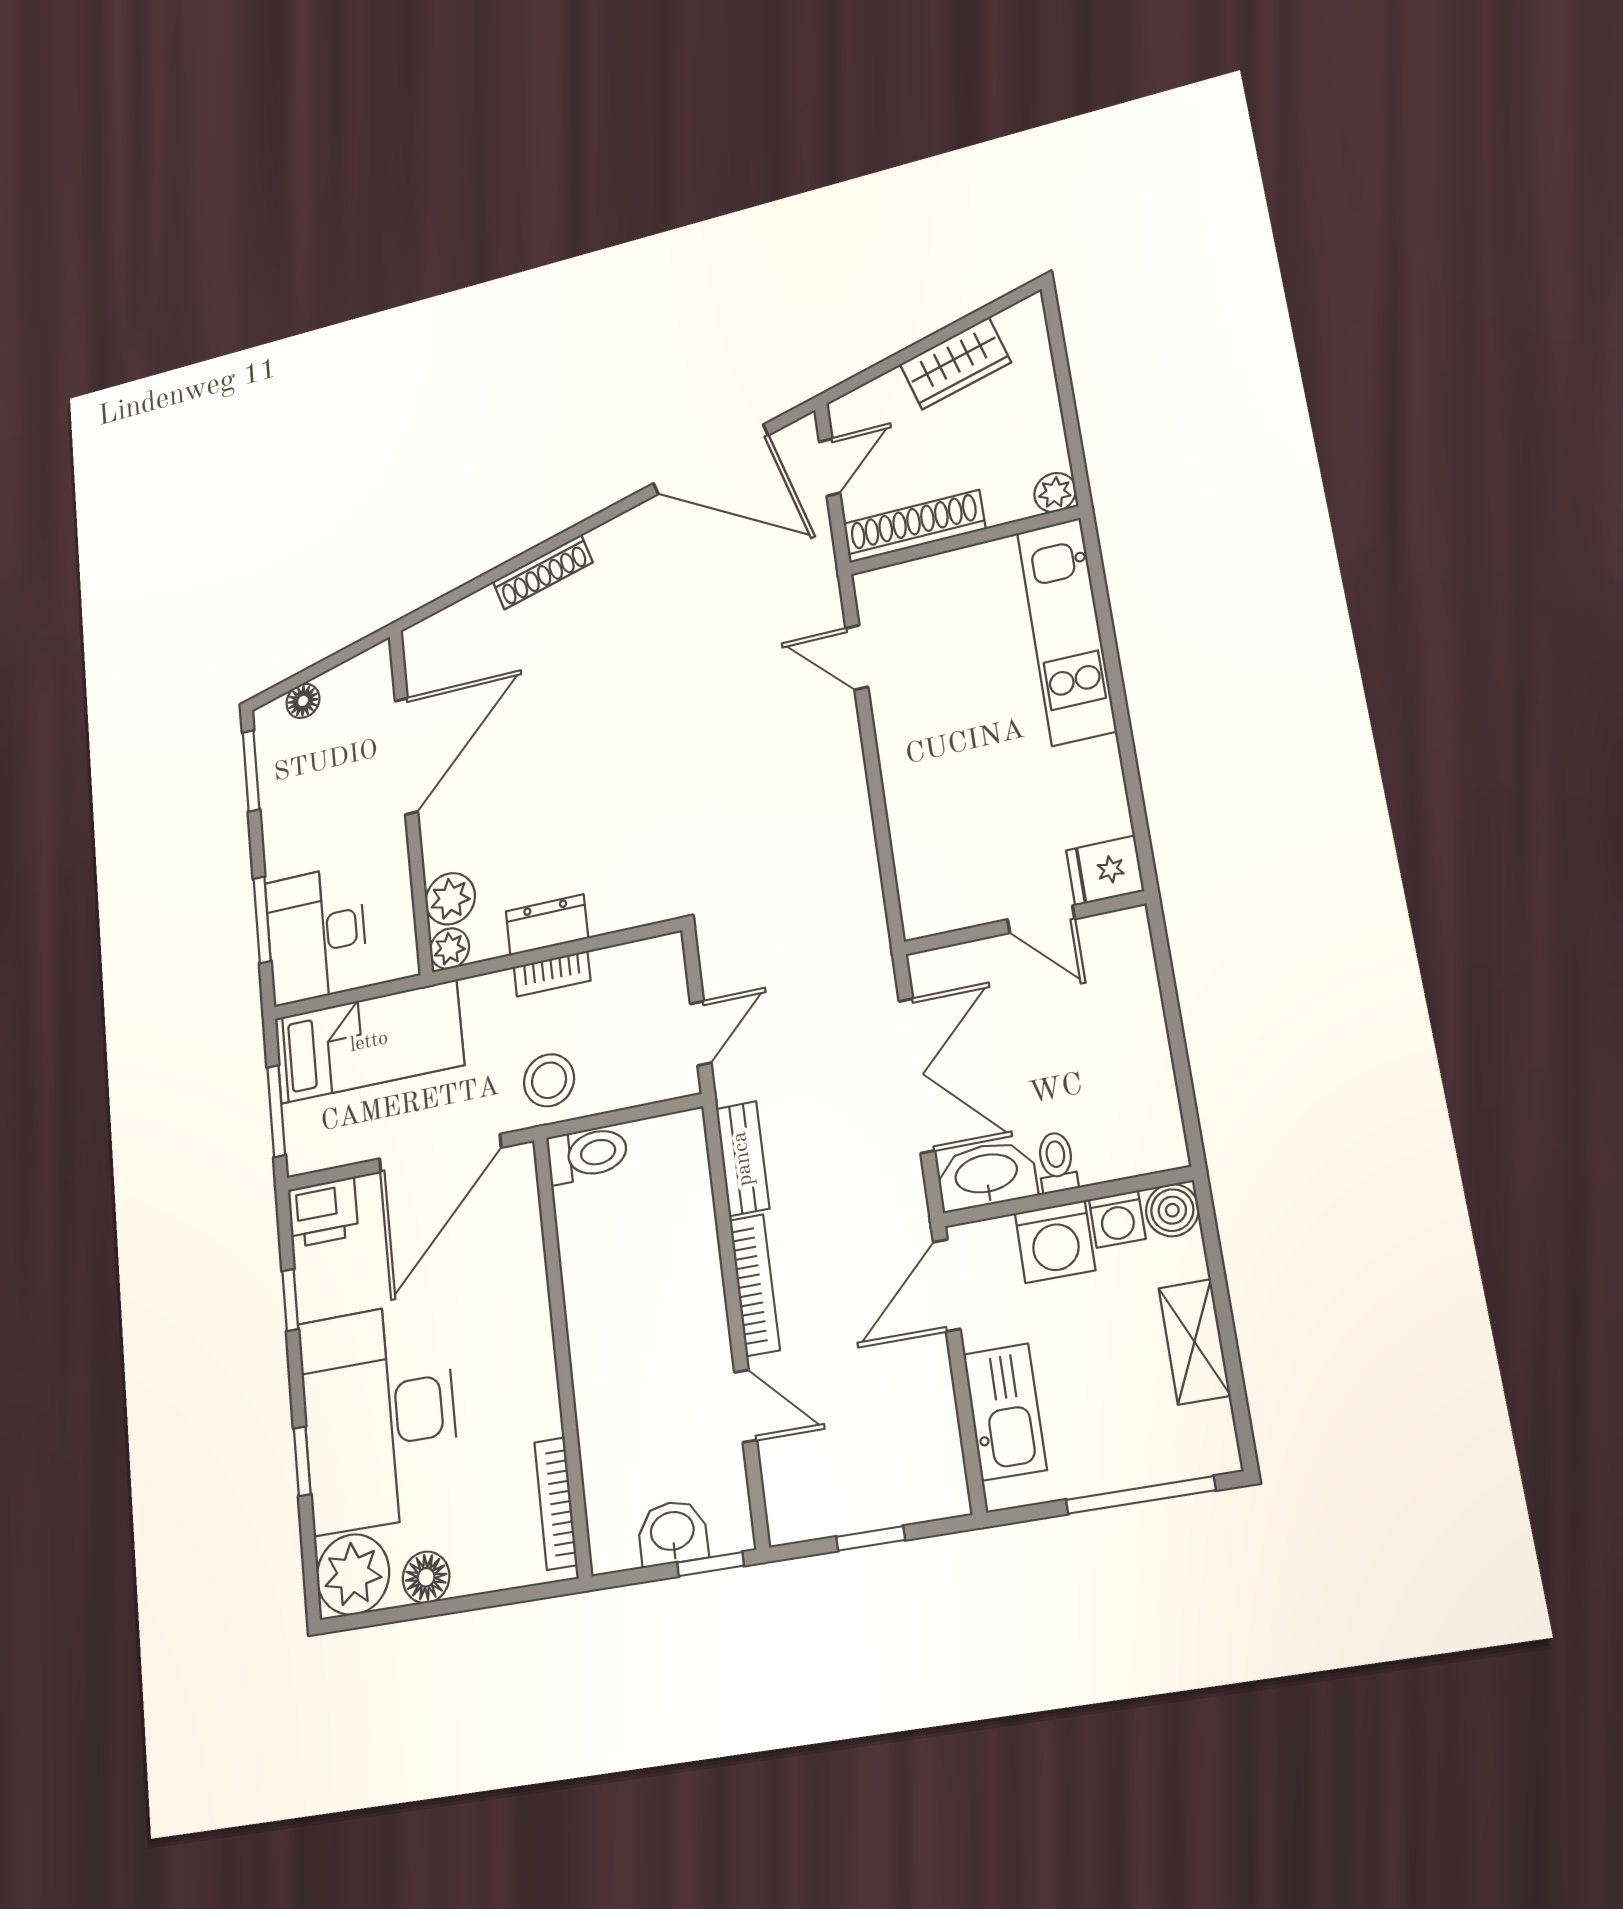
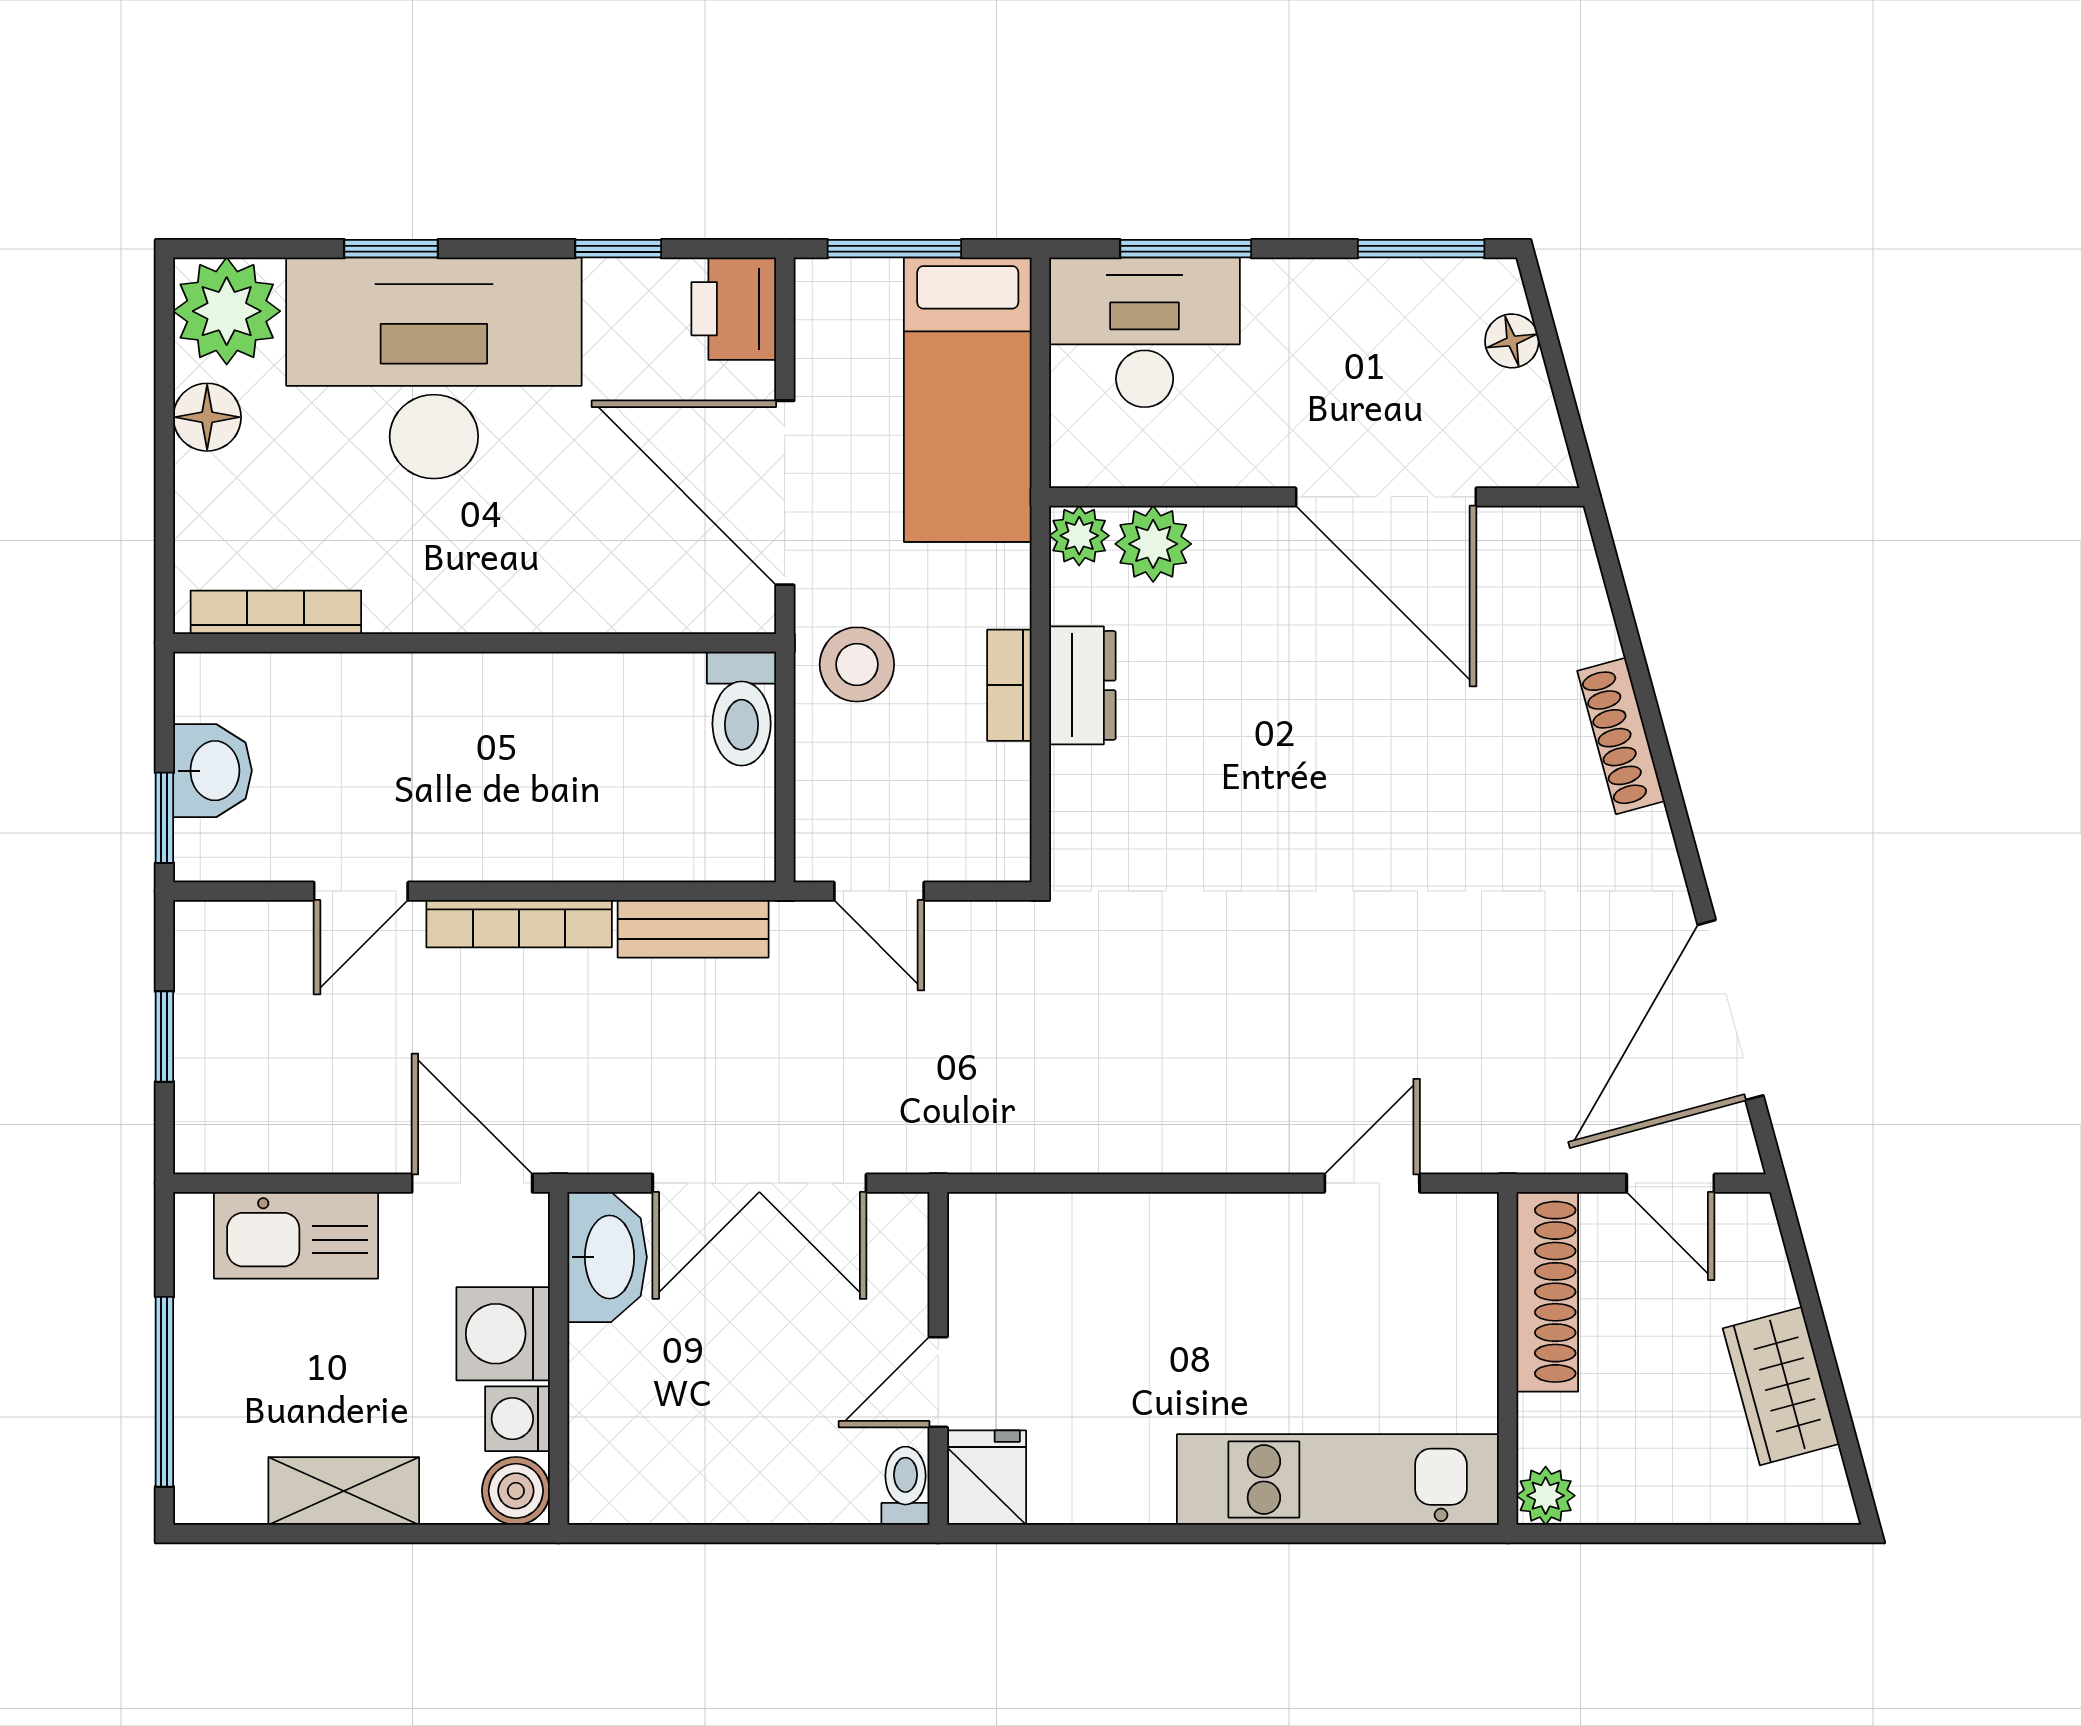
toilet: (1057, 1162) -> (905, 1486), moved, turned -90

